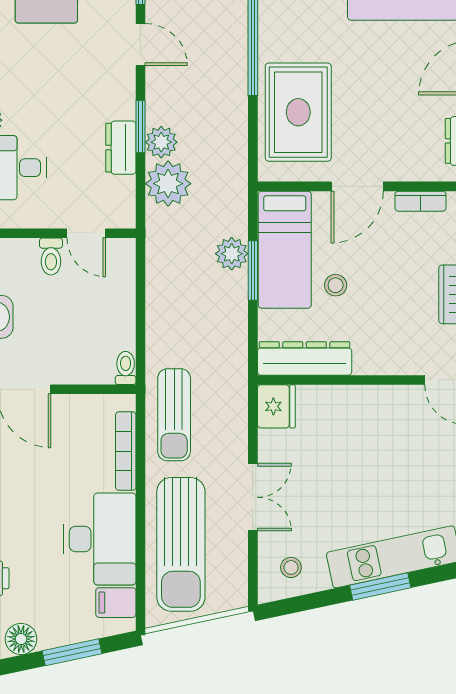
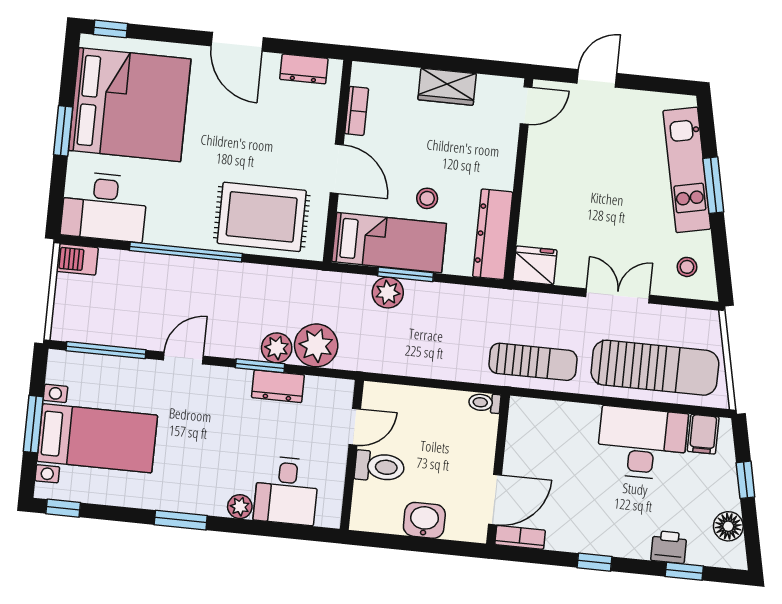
toilet: (51, 257) -> (380, 467), width x1.37, depth x1.39
bookcase: (126, 451) -> (562, 410), removed
window: (72, 652) -> (745, 480), width x0.67

